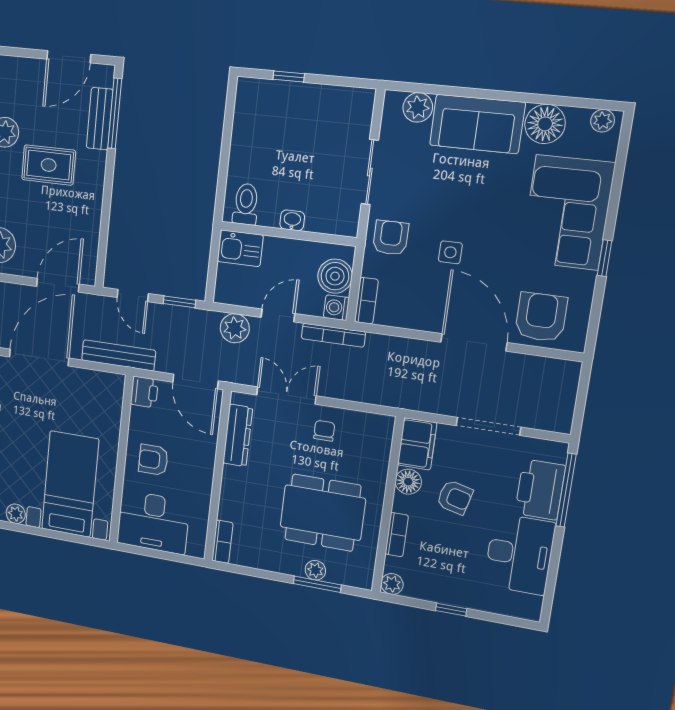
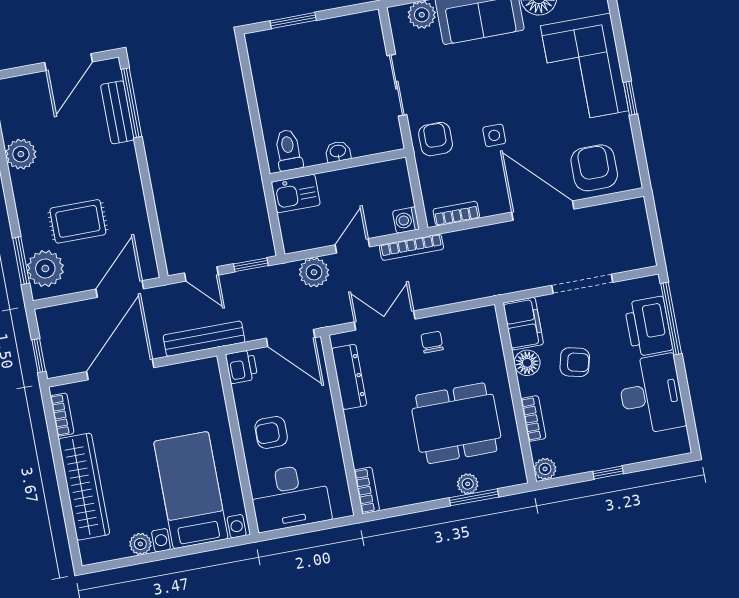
window: (289, 76) -> (293, 21), width x1.50
rug: (49, 165) -> (78, 221), moved
boiler: (335, 276) -> (395, 191), removed
bookcase: (366, 301) -> (456, 214), moved, turned -90

